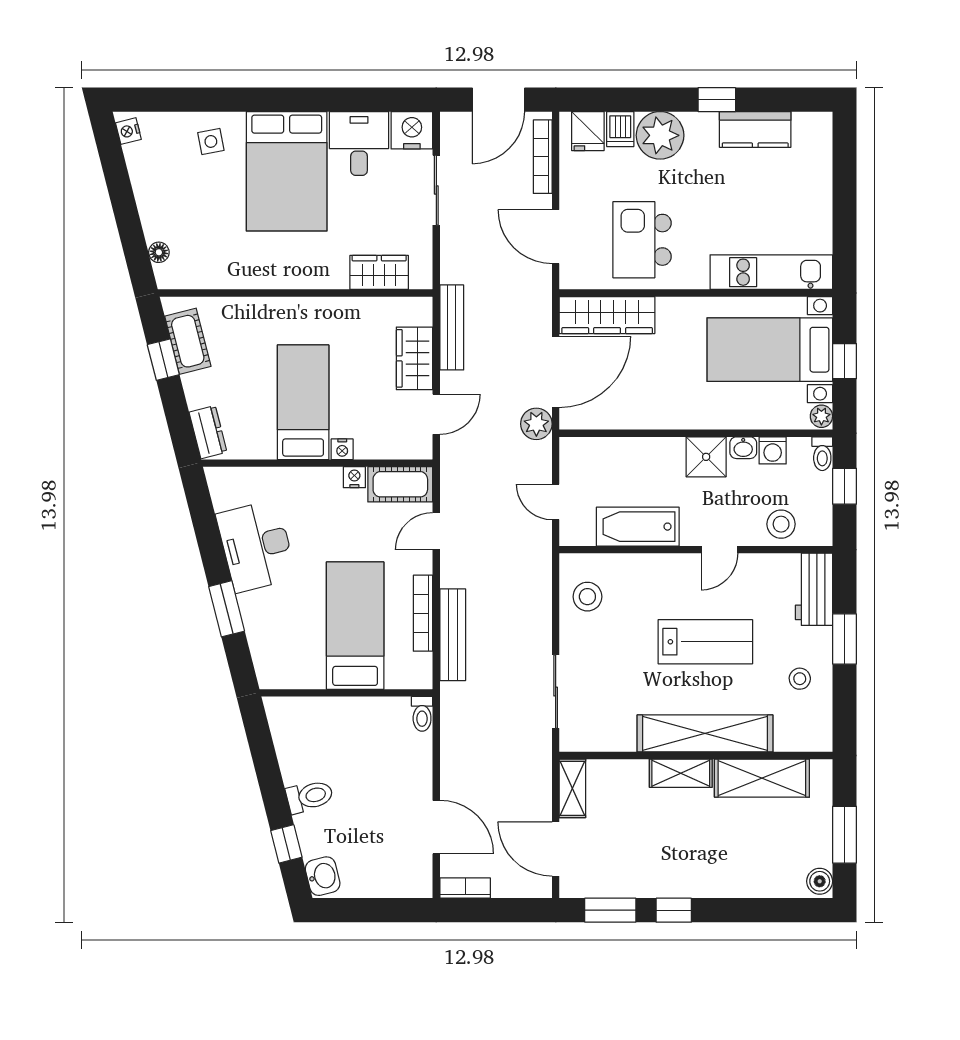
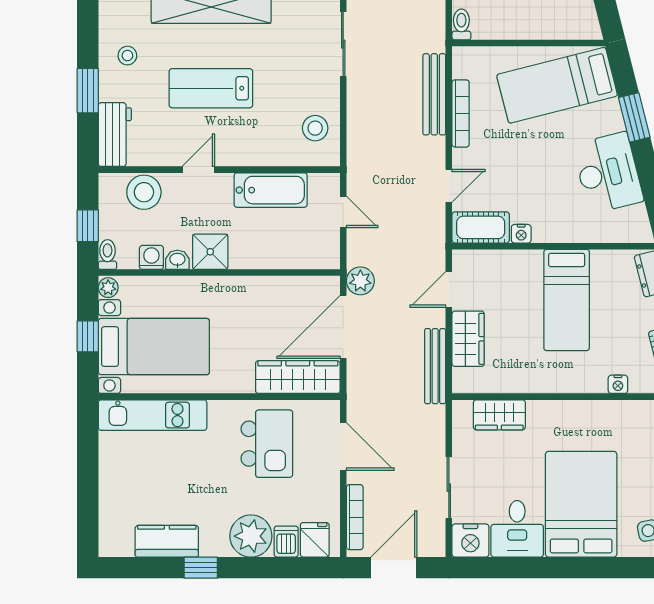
nightstand: (342, 449) -> (618, 384), moved, turned 180
stool: (781, 524) -> (144, 192), width x1.38, depth x1.38
bed: (355, 626) -> (557, 85), moved, turned 76

